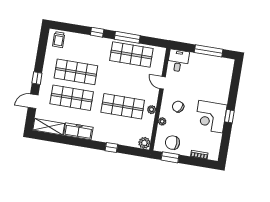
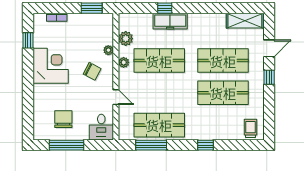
window: (127, 37) -> (151, 145), moved
window: (229, 116) -> (28, 40), moved
freezer: (78, 131) -> (170, 21), moved
plant: (144, 143) -> (126, 39), moved
chair: (172, 143) -> (63, 119), moved, turned -90

